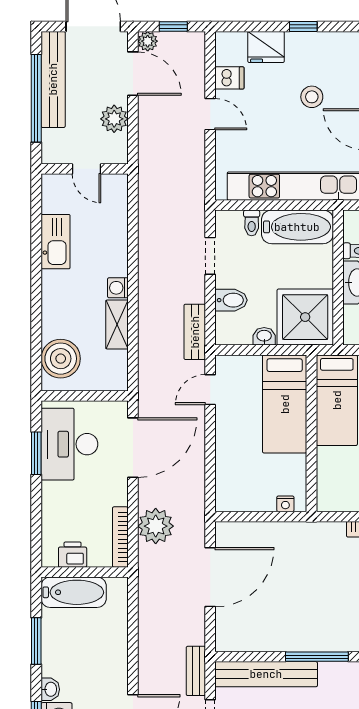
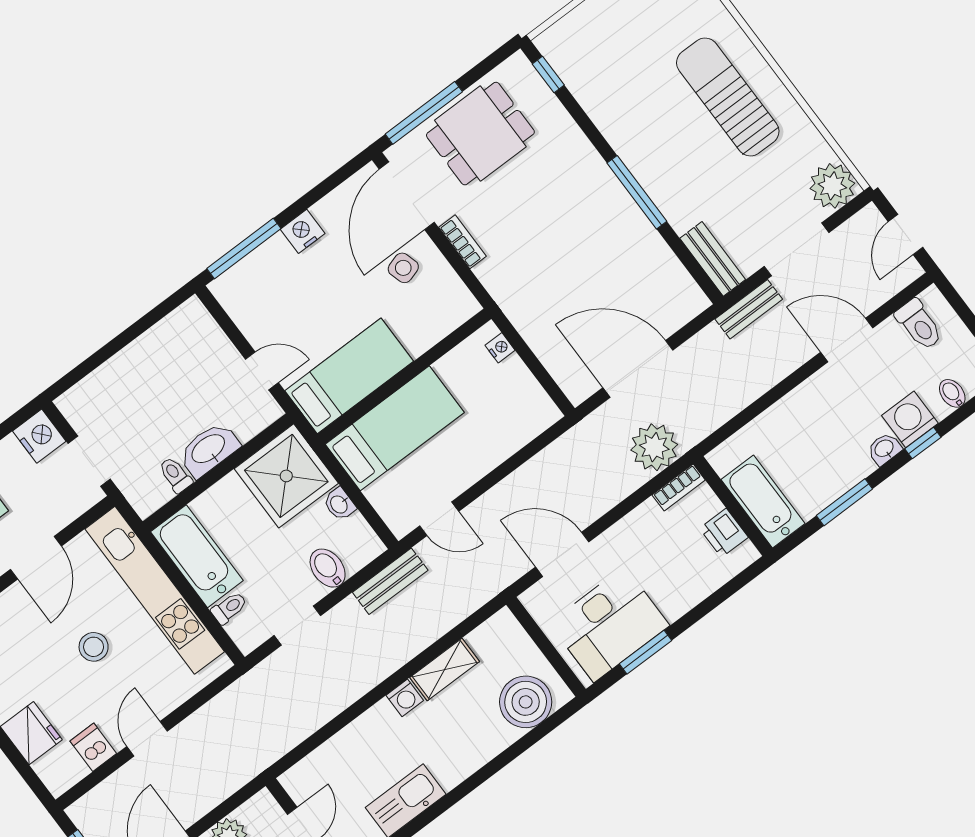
stool: (312, 97) -> (94, 647), moved
door: (133, 448) -> (562, 554), width x0.73
plant: (156, 526) -> (654, 447), moved
bookcase: (120, 537) -> (679, 487), width x0.64
bench: (266, 674) -> (713, 259), width x0.54, depth x0.82

